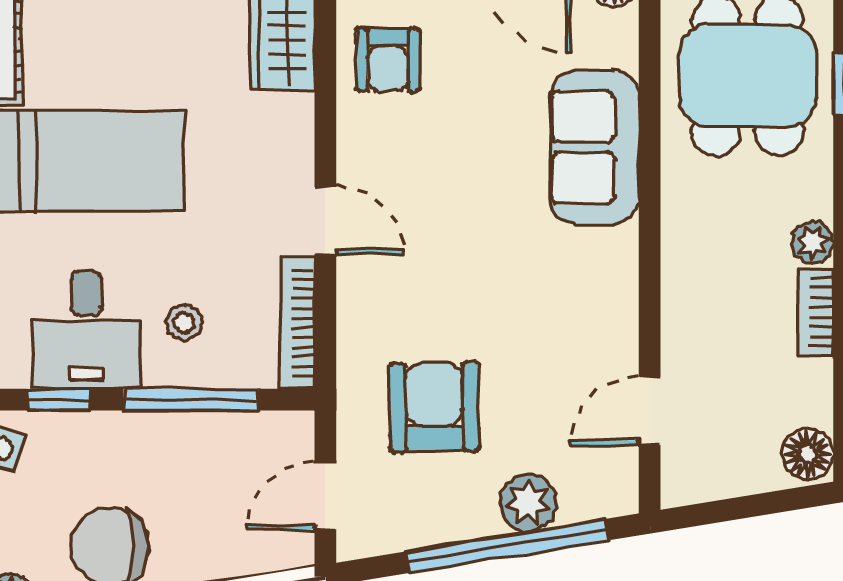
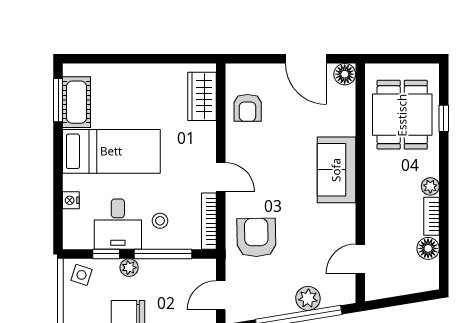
sofa: (594, 147) -> (336, 170), moved
armchair: (434, 407) -> (256, 237), moved
plant: (112, 431) -> (129, 268), added
floor lamp: (808, 454) -> (428, 248), moved

